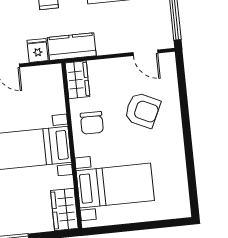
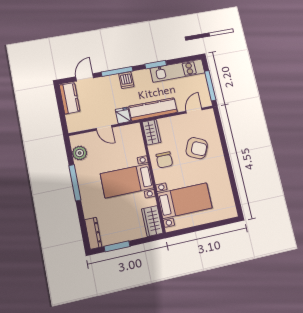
kitchen counter: (72, 47) -> (153, 109), width x1.50
door: (145, 53) -> (194, 111), swing flipped

